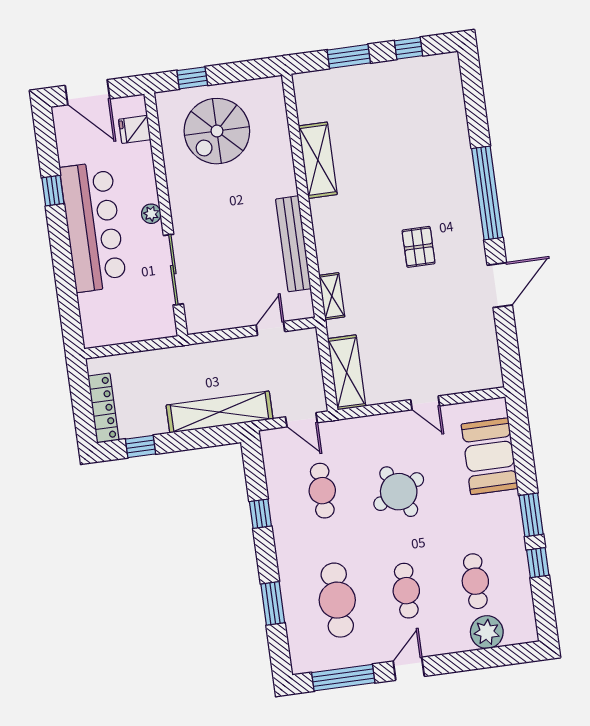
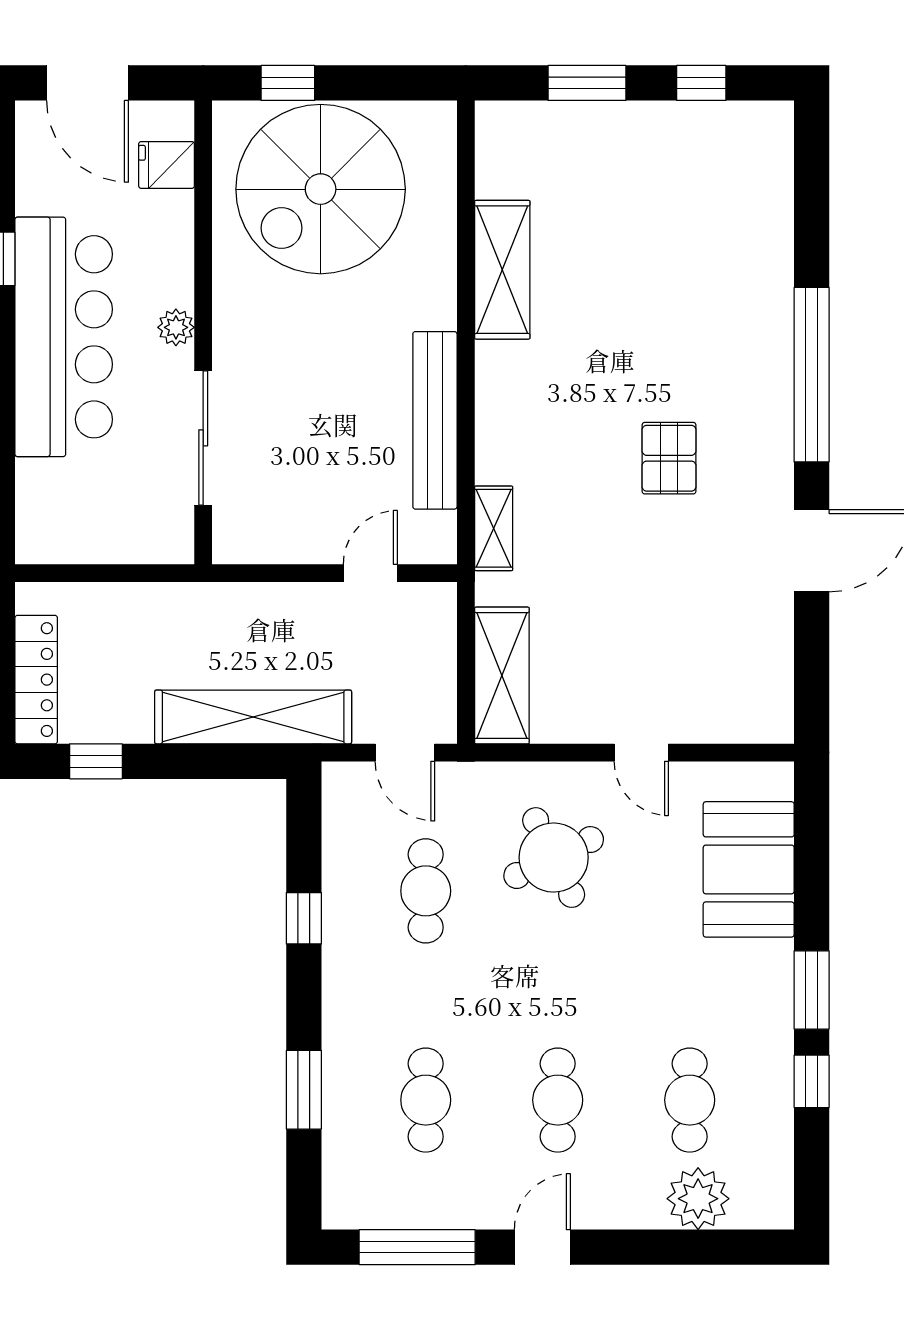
spiral stairs: (217, 131) -> (321, 189), width x1.37, depth x1.37
round table: (399, 492) -> (554, 858), moved
cafe table: (337, 600) -> (426, 1100), width x0.73, depth x0.74

